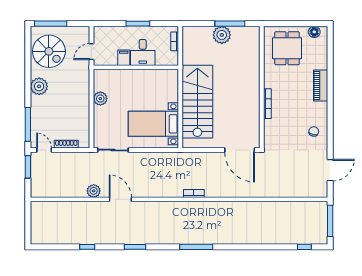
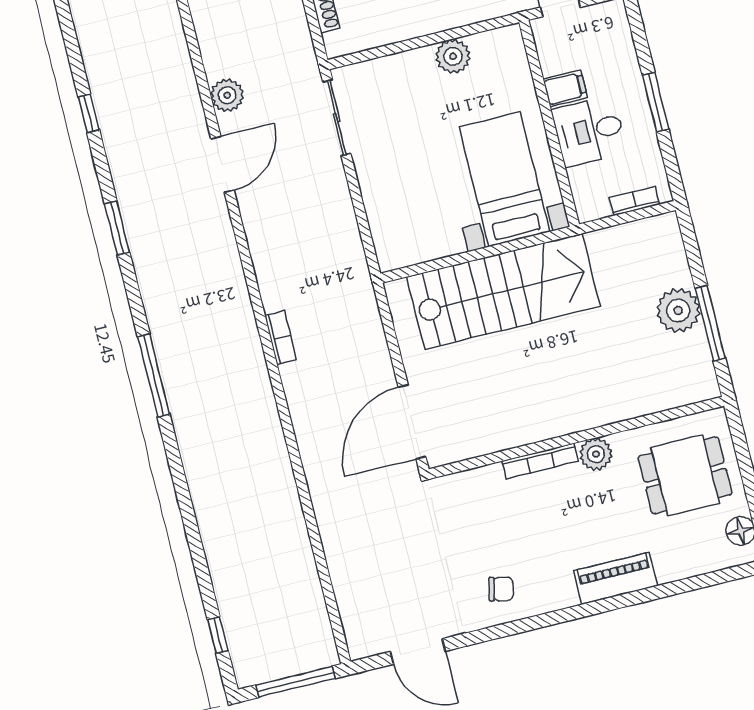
plant: (270, 81) -> (596, 454), added
bed with nightstands: (153, 124) -> (504, 179), moved

